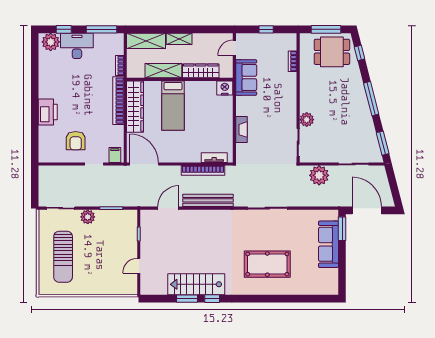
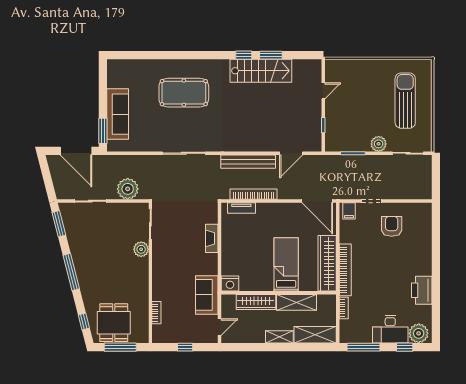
dining table: (332, 52) -> (114, 323), turned 90
printer: (48, 112) -> (422, 290), moved

